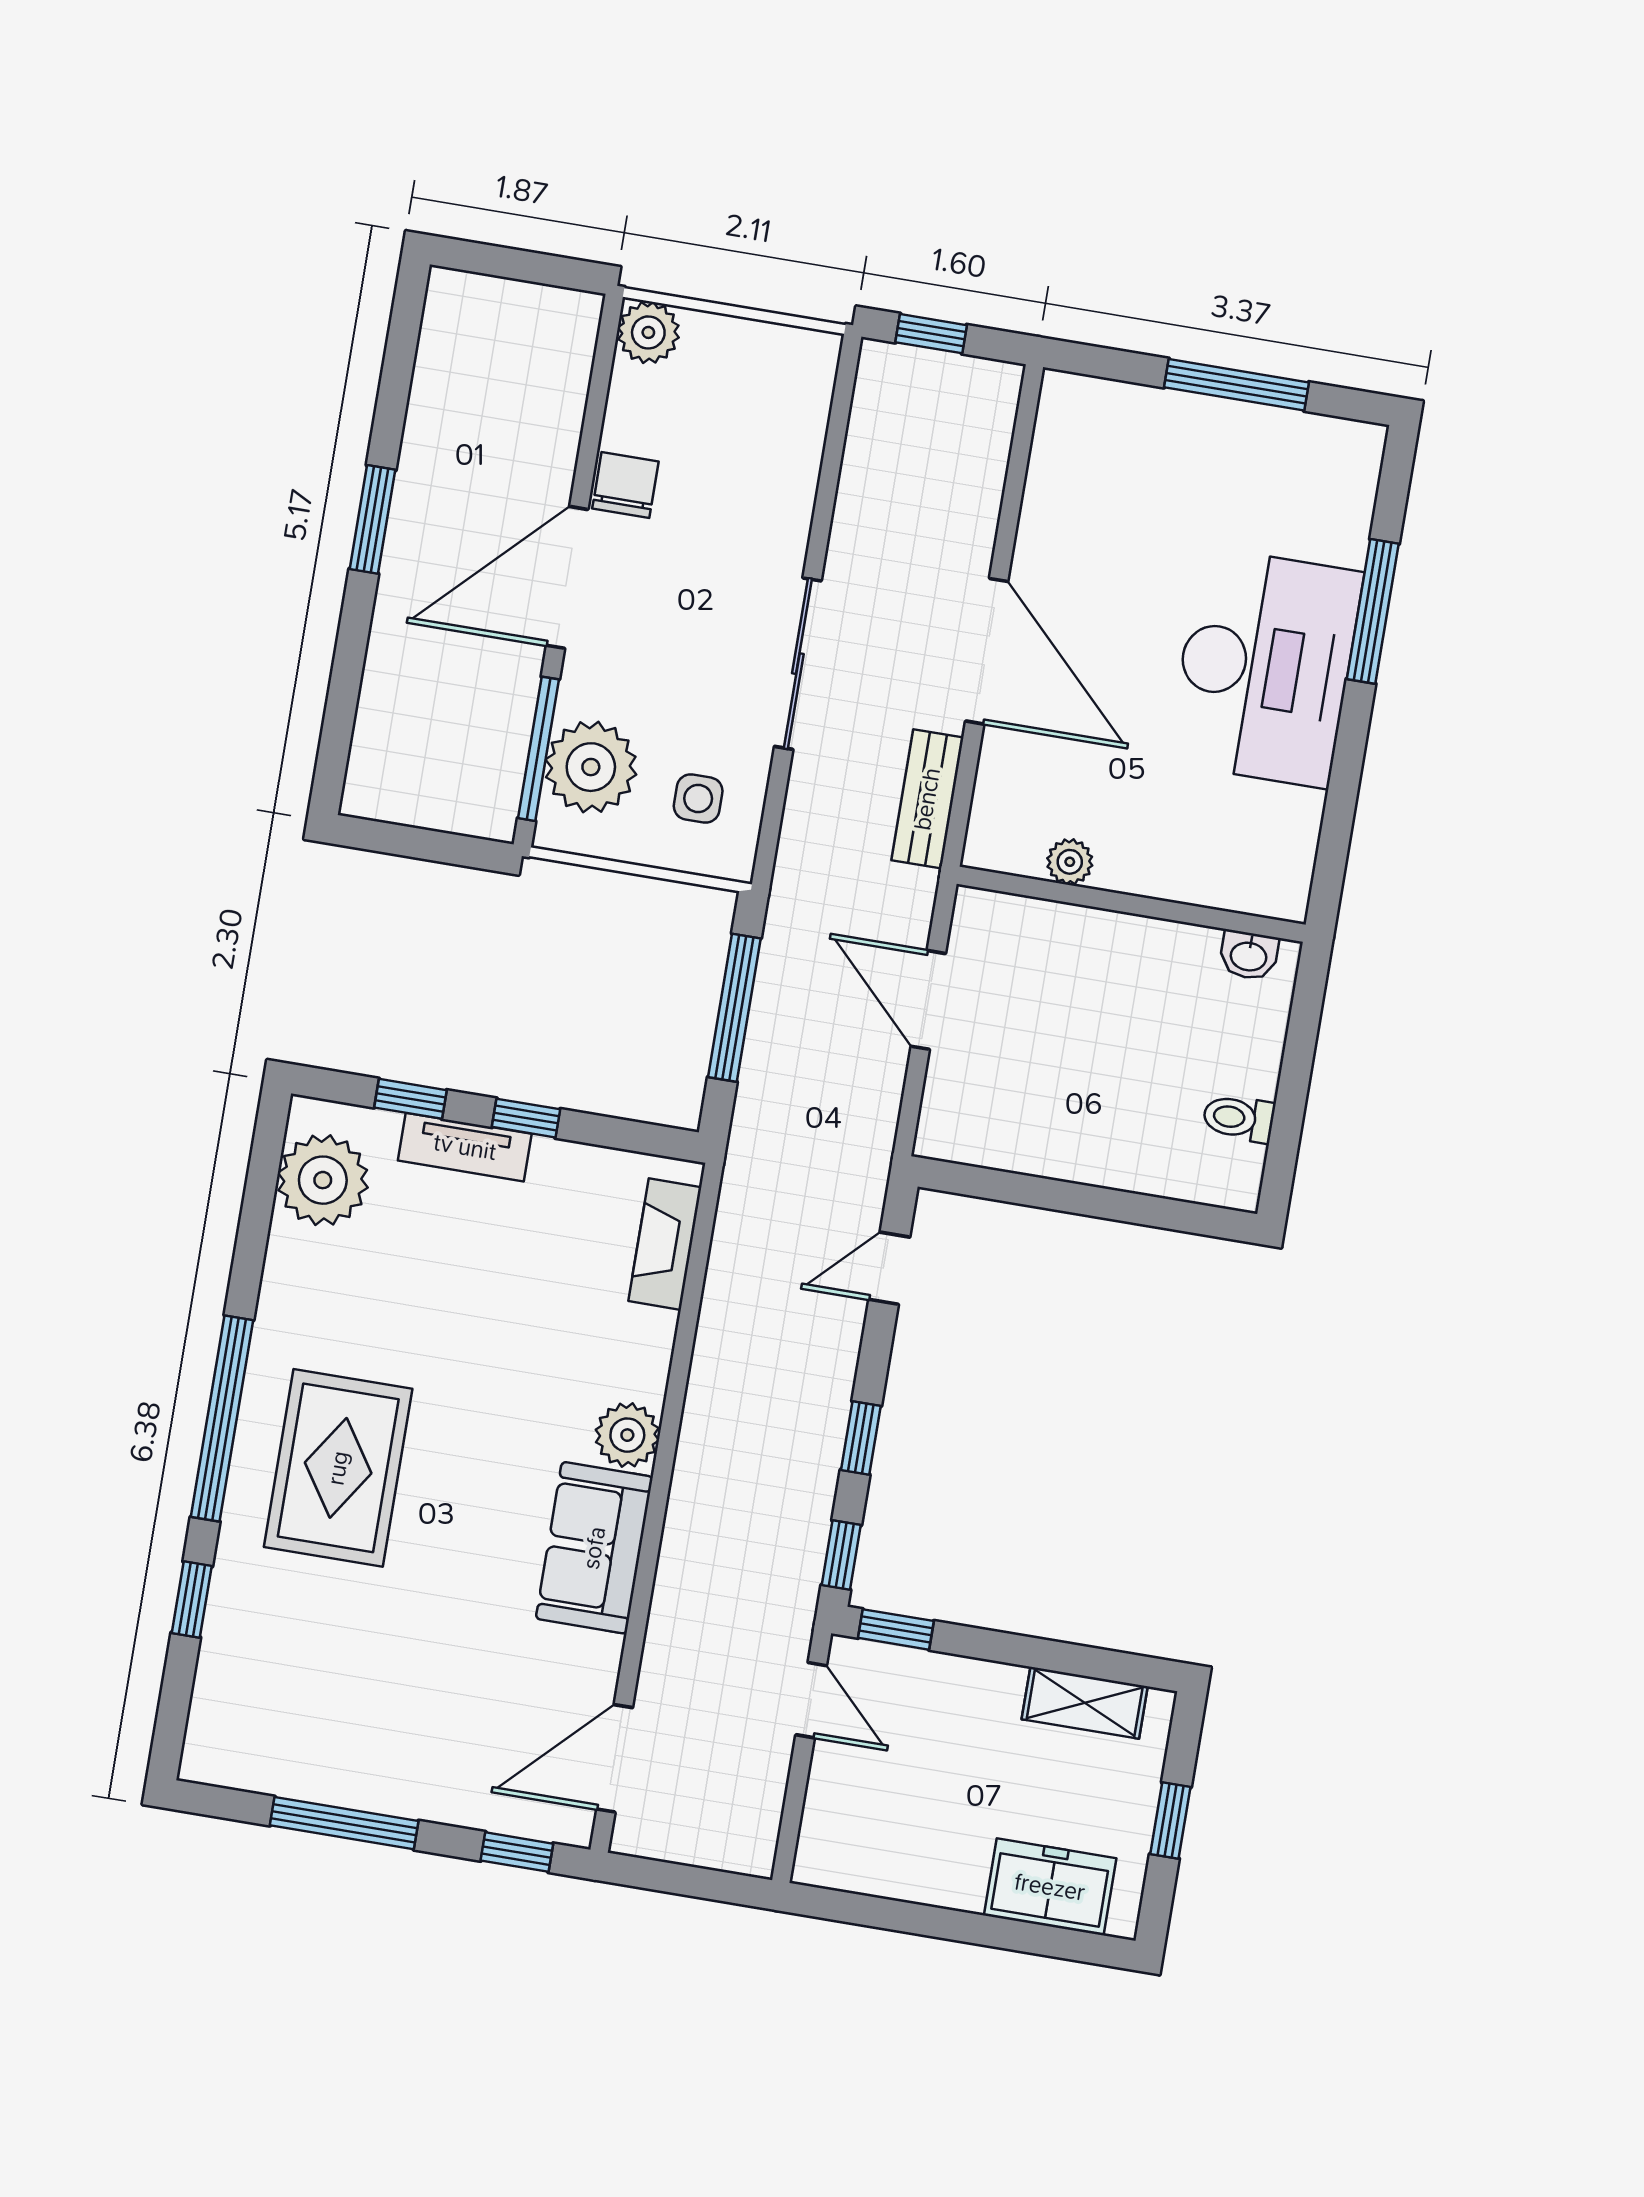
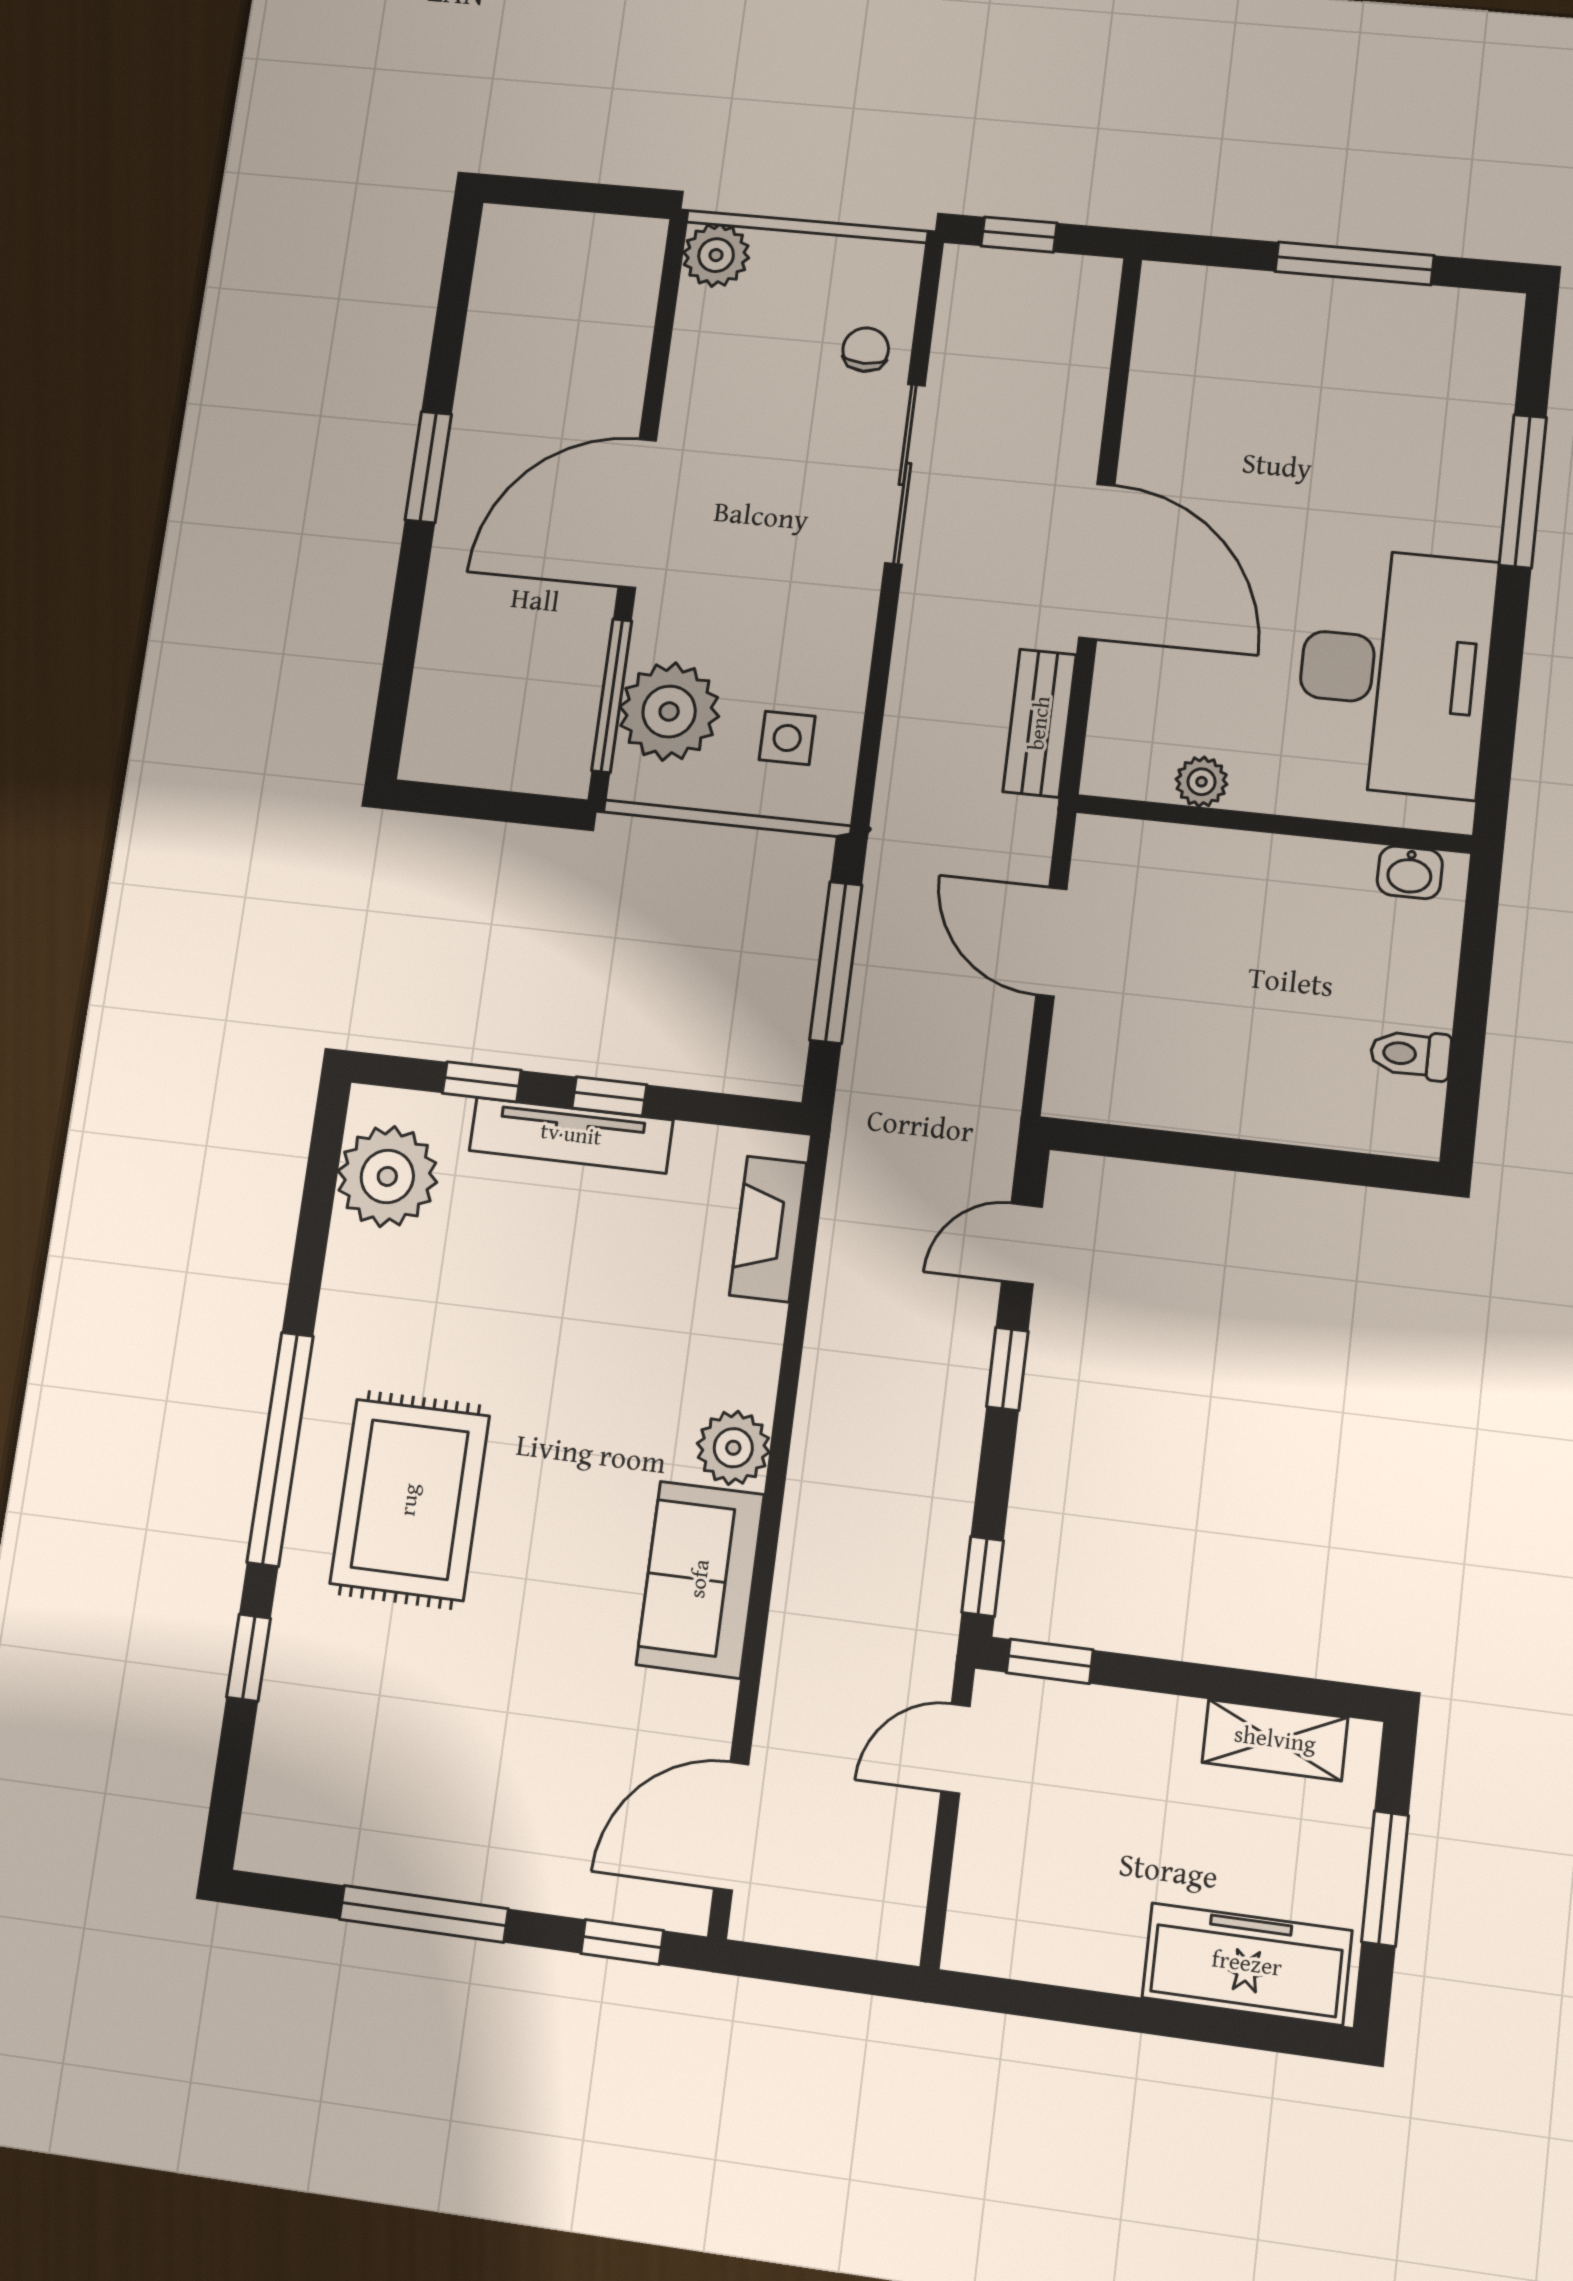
chair: (625, 485) -> (866, 350), moved, width x0.73, depth x0.73
sliding door: (798, 664) -> (905, 474), moved
desk: (1265, 667) -> (1395, 672), moved
tv unit: (465, 1147) -> (571, 1135), width x1.41
window: (861, 1438) -> (1007, 1369), moved
door: (811, 1700) -> (956, 1749), swing flipped
window: (1170, 1821) -> (1385, 1879), width x1.50
freezer: (1050, 1887) -> (1247, 1964), width x1.40

